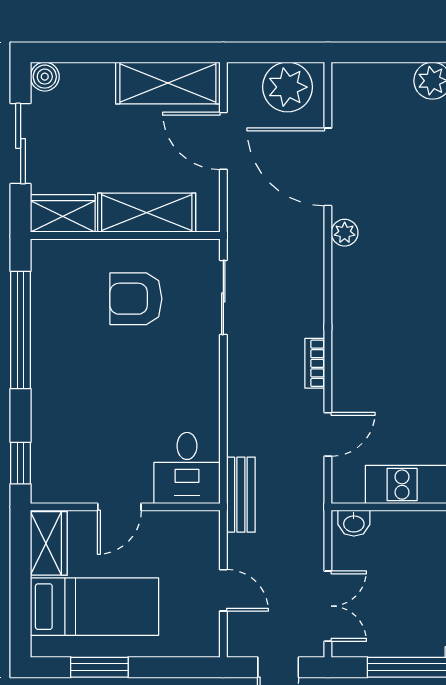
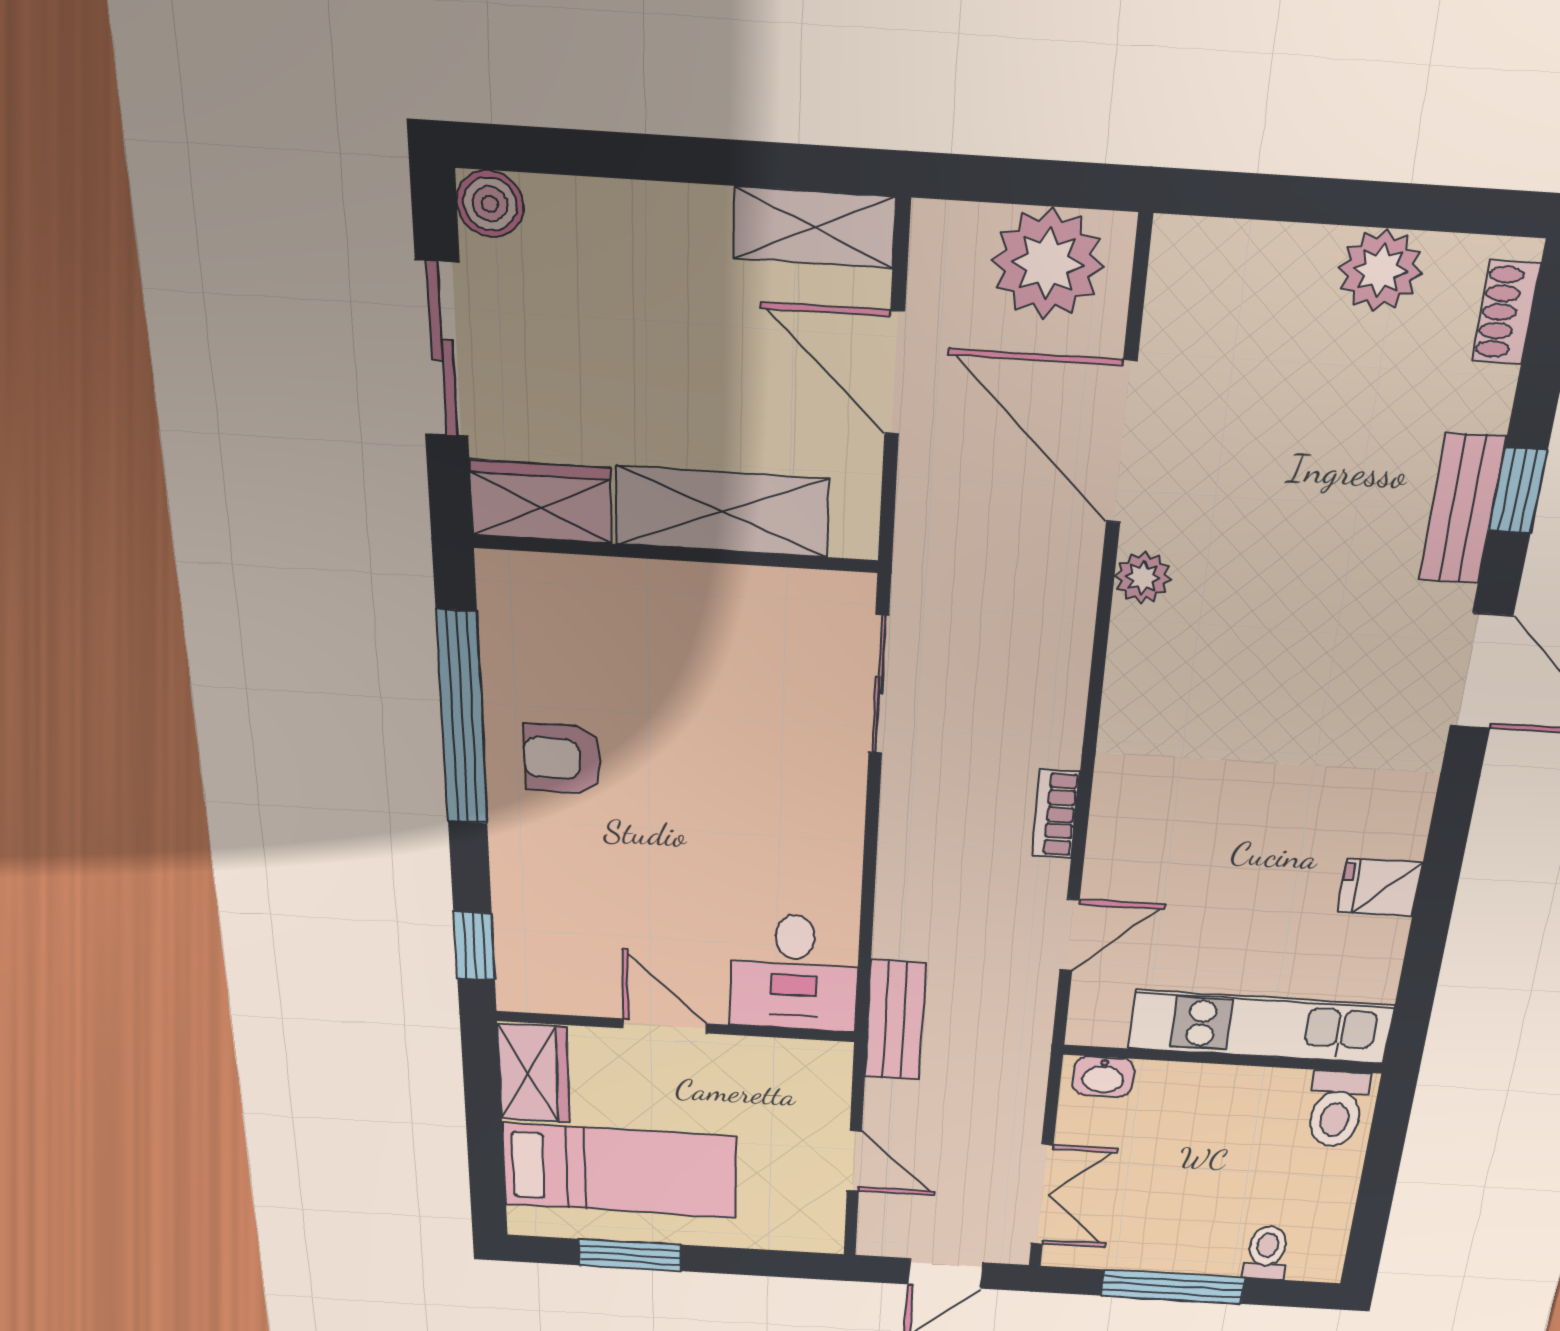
shelving: (168, 83) -> (814, 227), width x0.67, depth x0.75
armchair: (136, 299) -> (563, 759), moved, width x0.72, depth x0.72
door: (119, 507) -> (665, 1026), swing flipped

